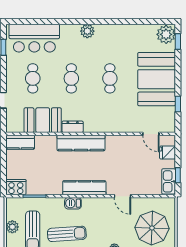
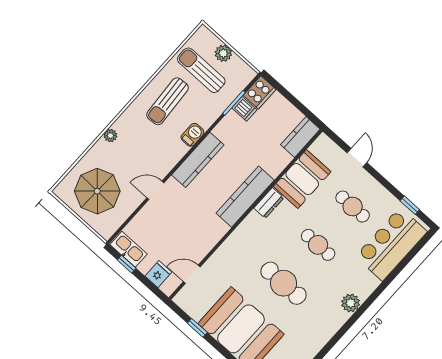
cafe table: (110, 78) -> (284, 283), width x1.37, depth x1.35
dishwasher: (33, 187) -> (244, 109), added

